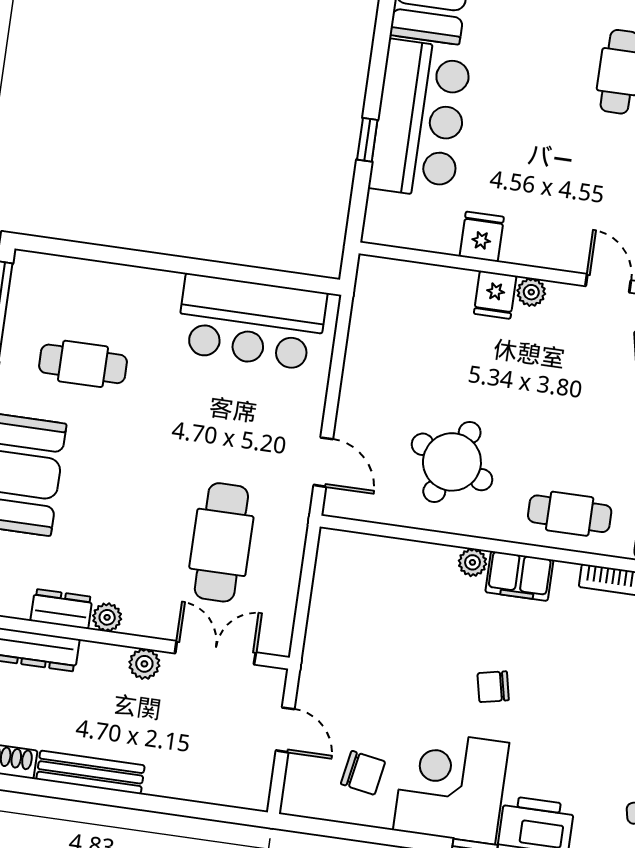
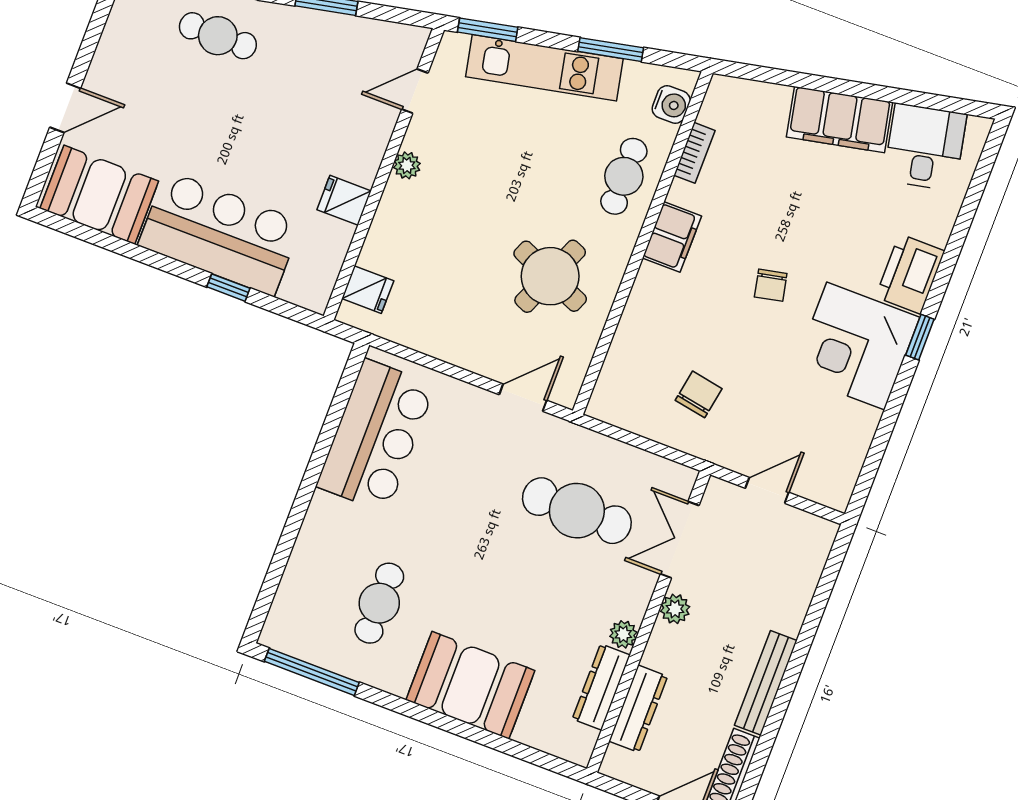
fridge: (495, 295) -> (368, 290), moved
plant: (472, 562) -> (649, 278), removed
dresser: (61, 609) -> (601, 687), width x1.44
chair: (363, 773) -> (699, 394), moved

